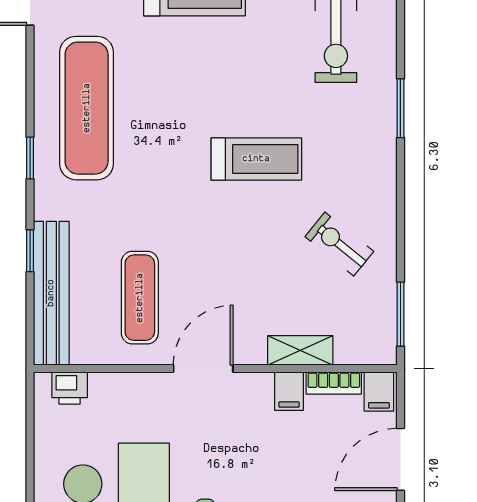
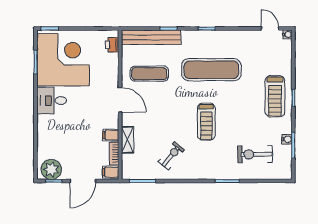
exercise mat: (87, 108) -> (211, 70), moved
door: (400, 459) -> (83, 181), swing flipped

